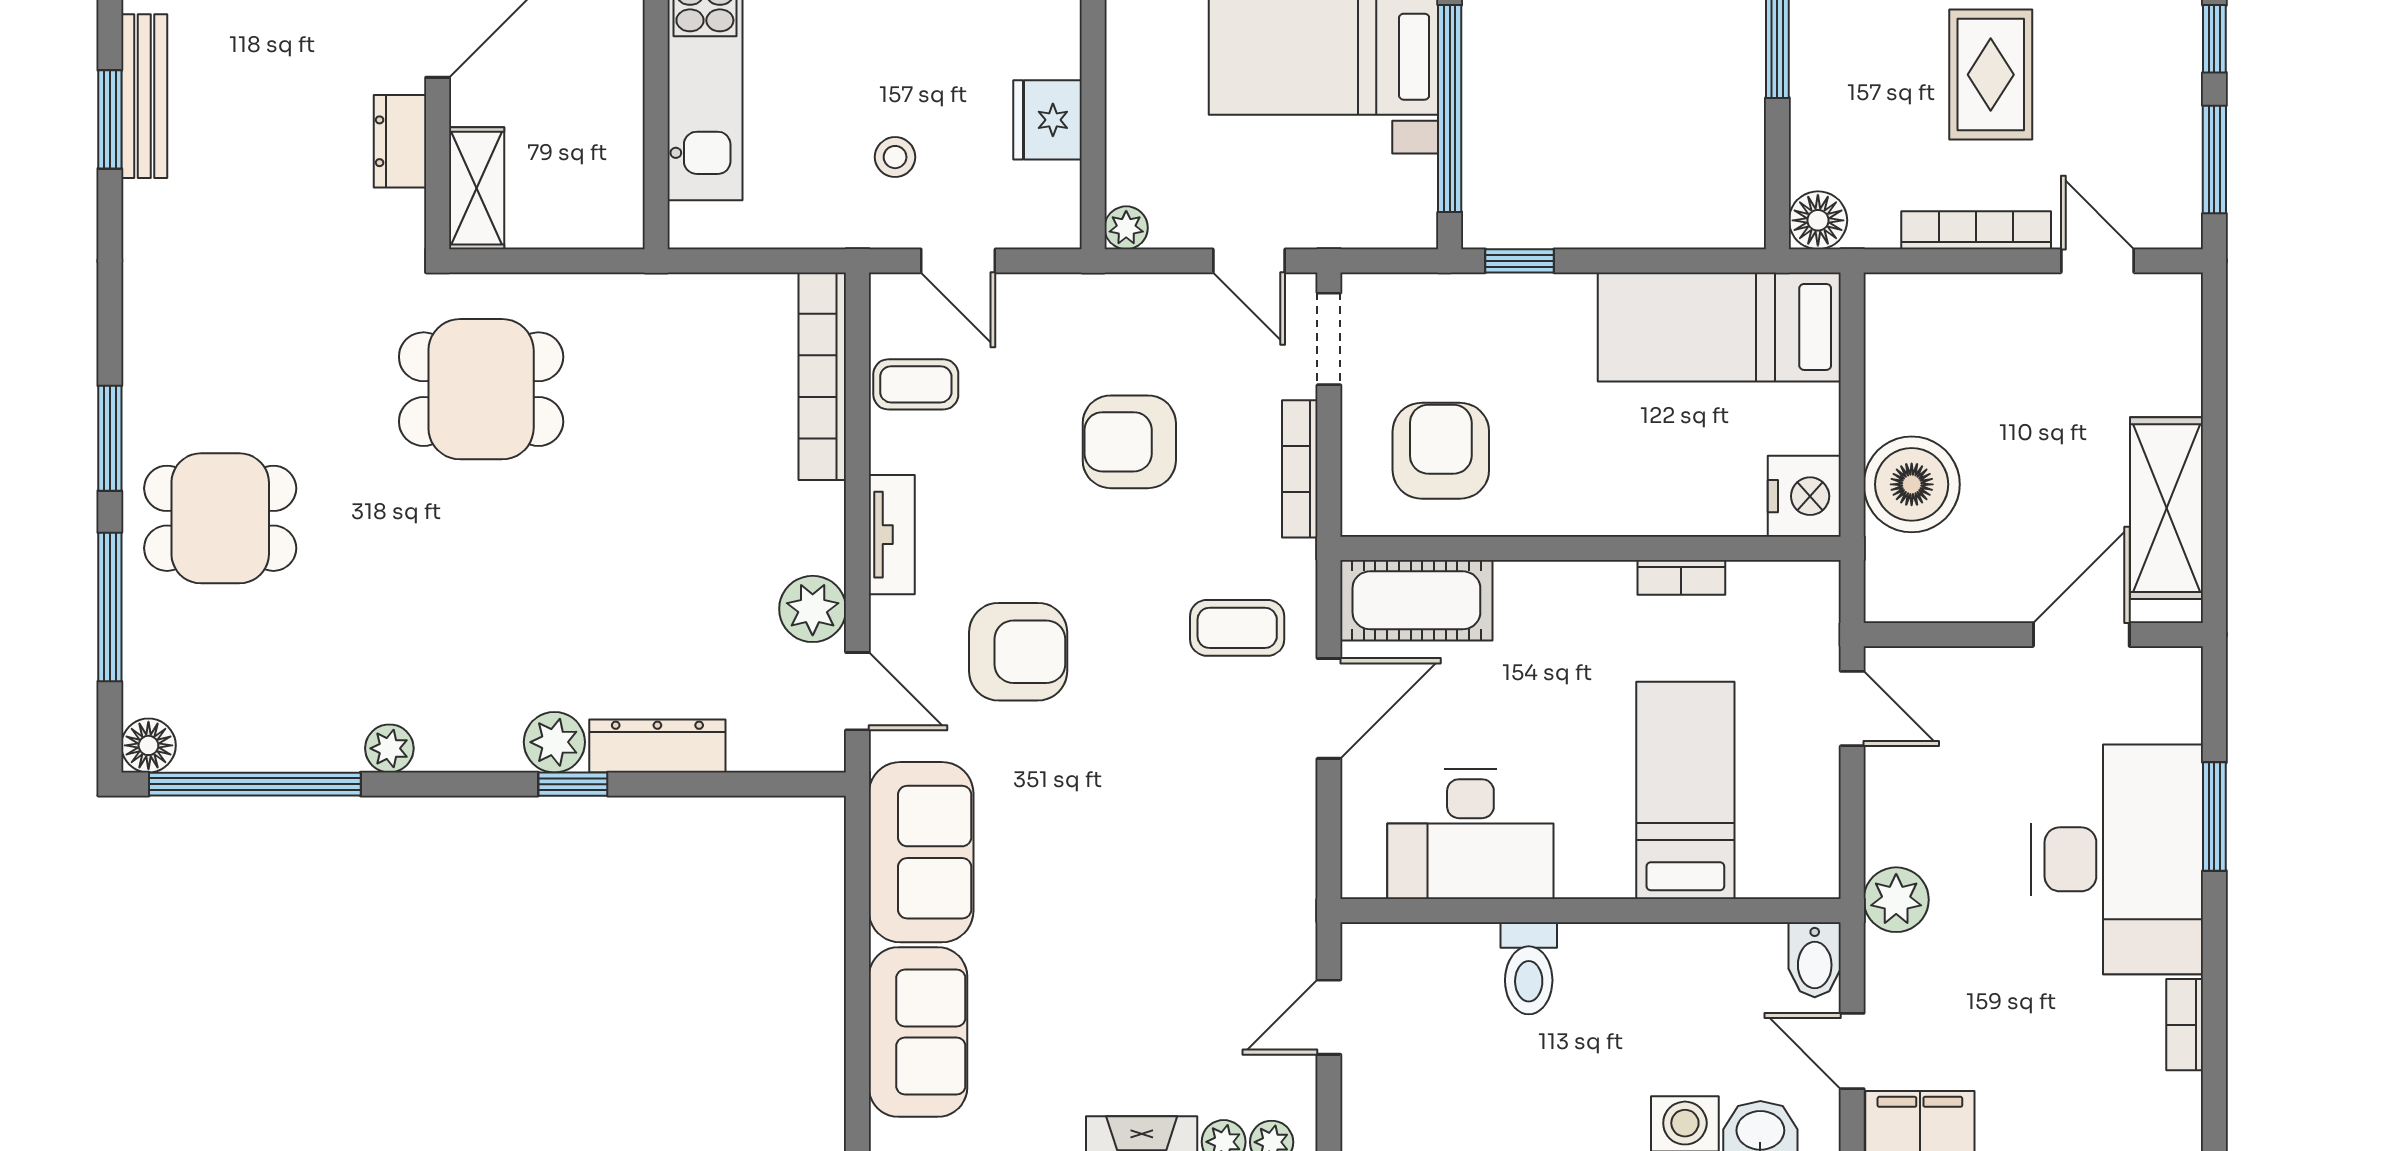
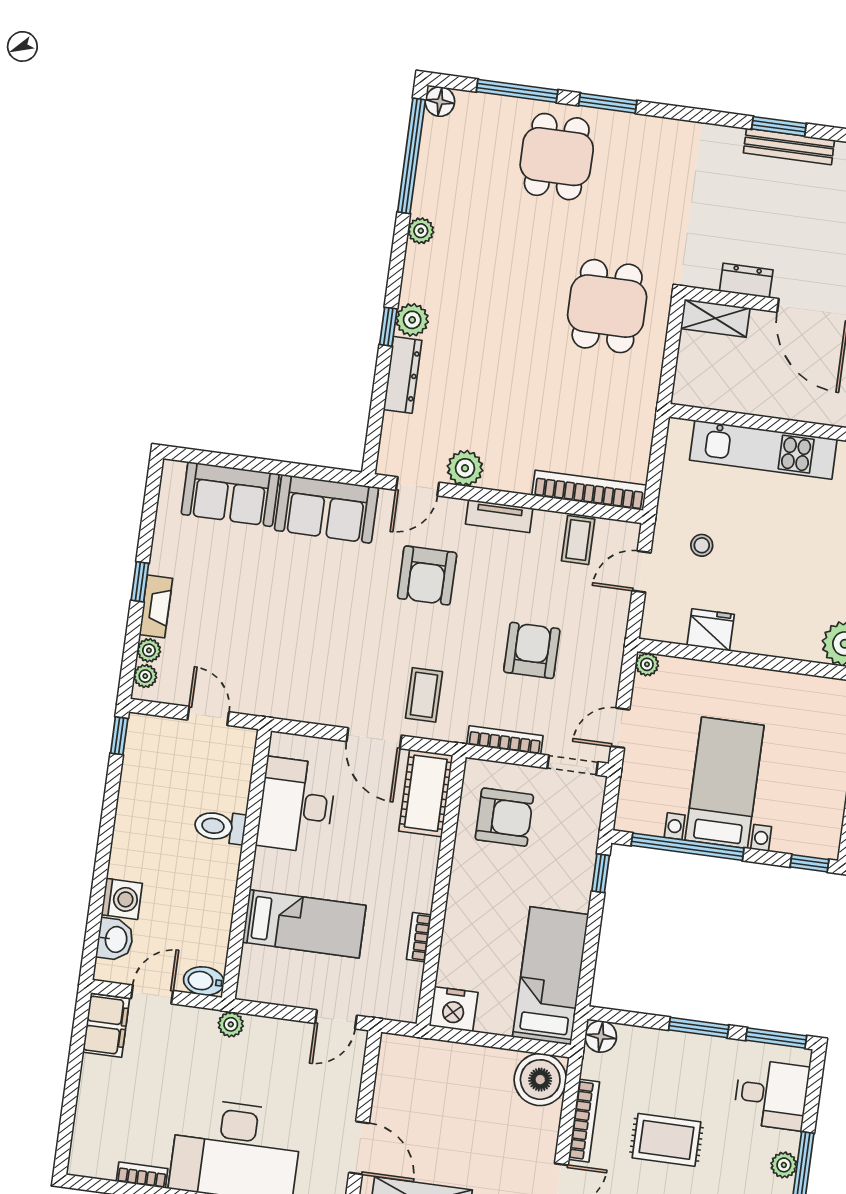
boiler: (1912, 484) -> (540, 1080), moved
plant: (1896, 900) -> (231, 1024), width x0.73, depth x0.73

